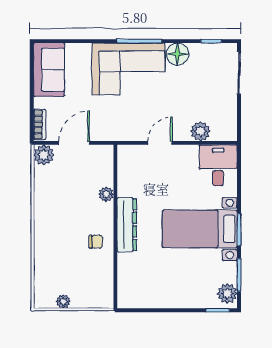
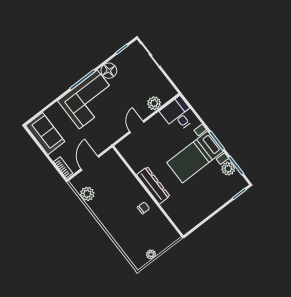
plant: (44, 155) -> (87, 194), moved
plant: (106, 194) -> (129, 178), removed
plant: (227, 294) -> (228, 169), moved

